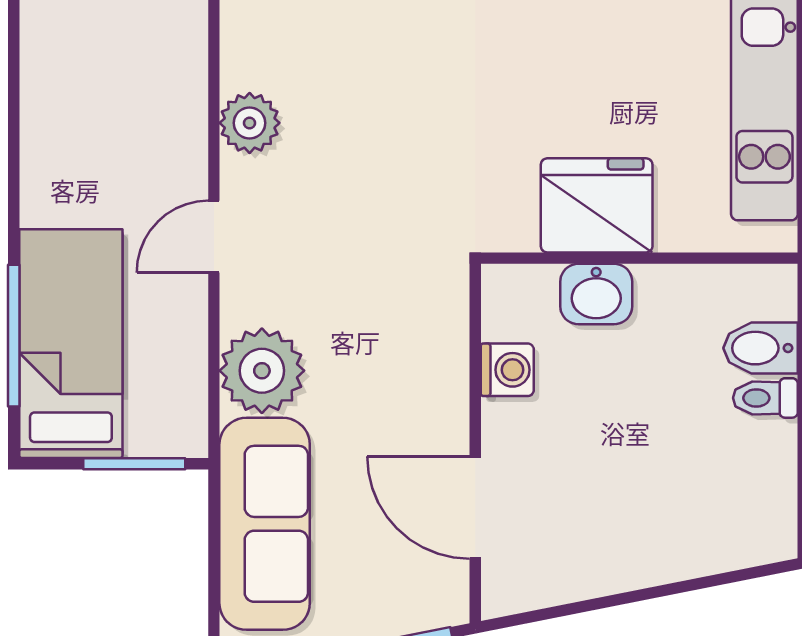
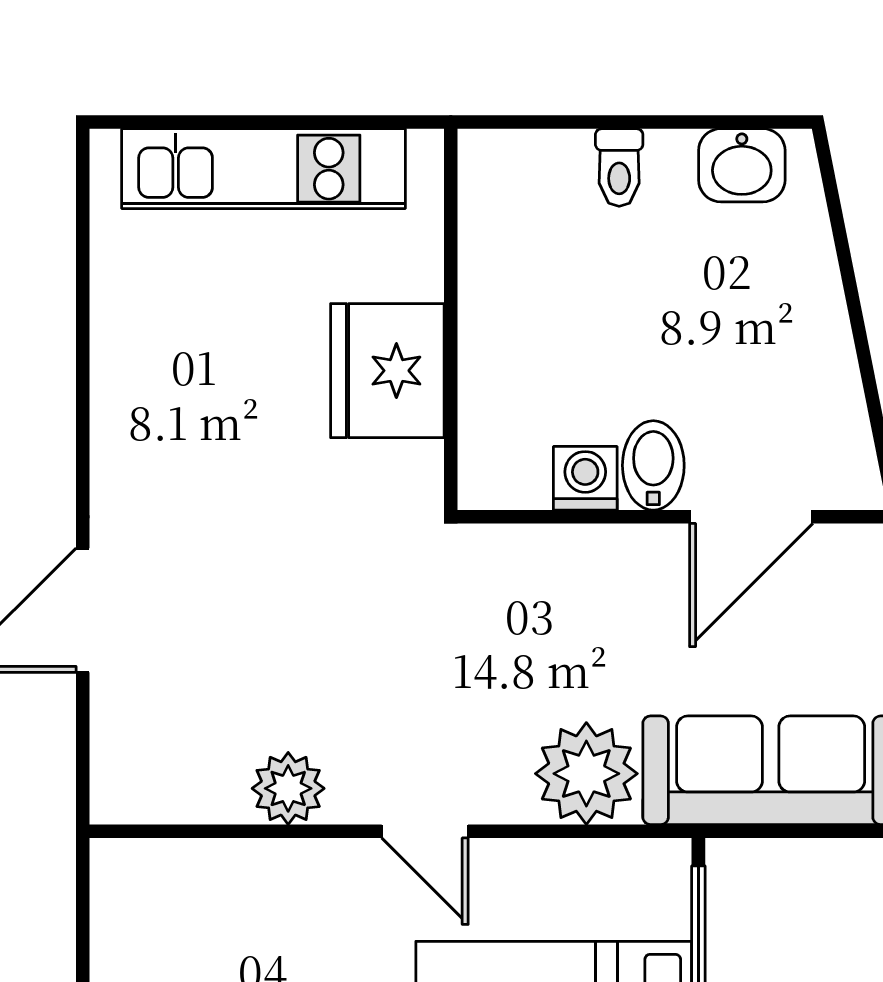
washbasin: (596, 294) -> (742, 165), moved, turned 90
bidet: (761, 348) -> (653, 465), moved, turned 180

